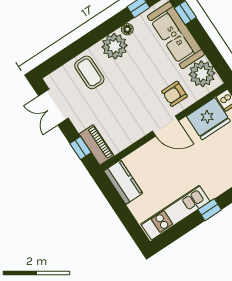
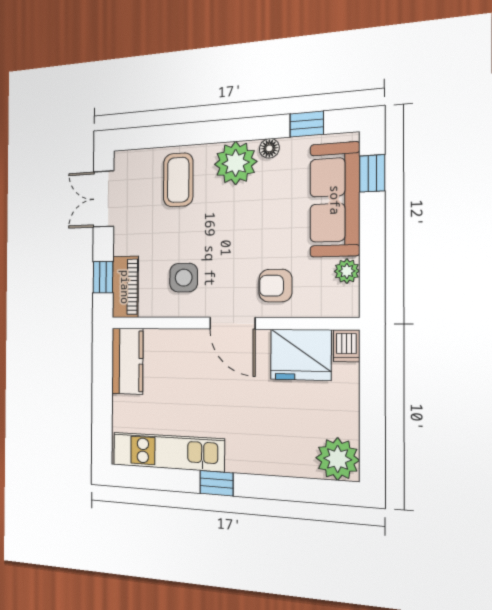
plant: (202, 74) -> (347, 271), width x0.53, depth x0.53
side table: (125, 120) -> (184, 278), added

